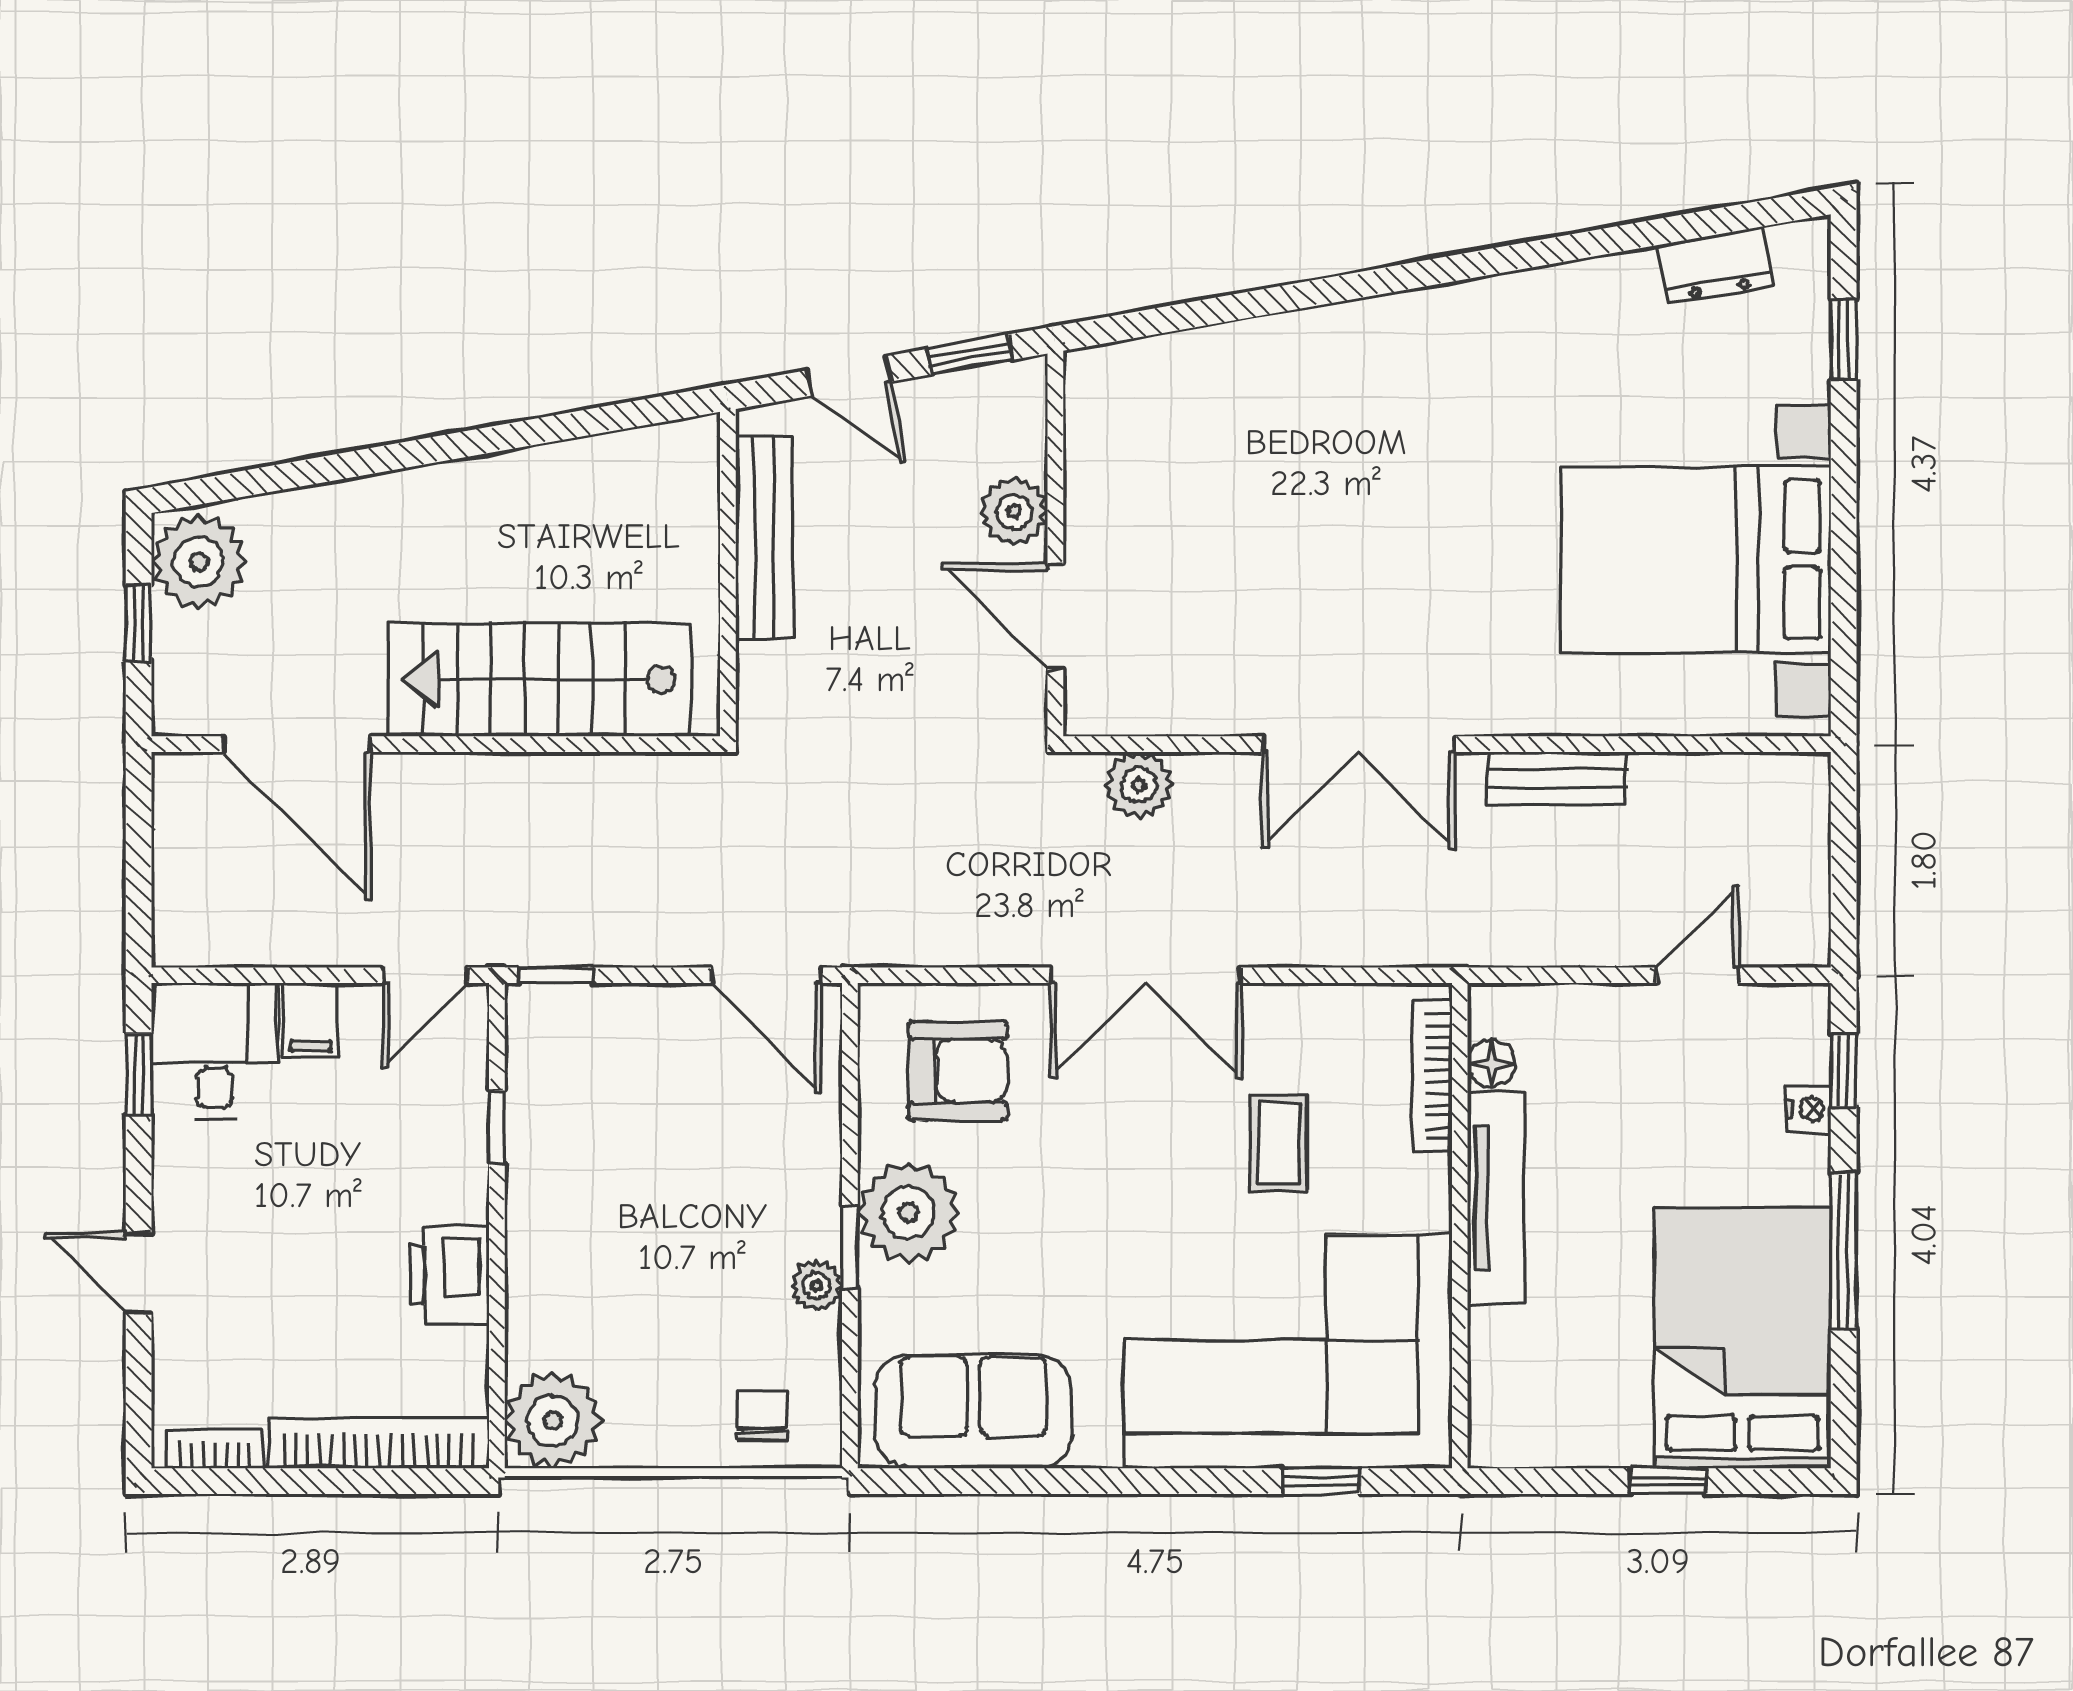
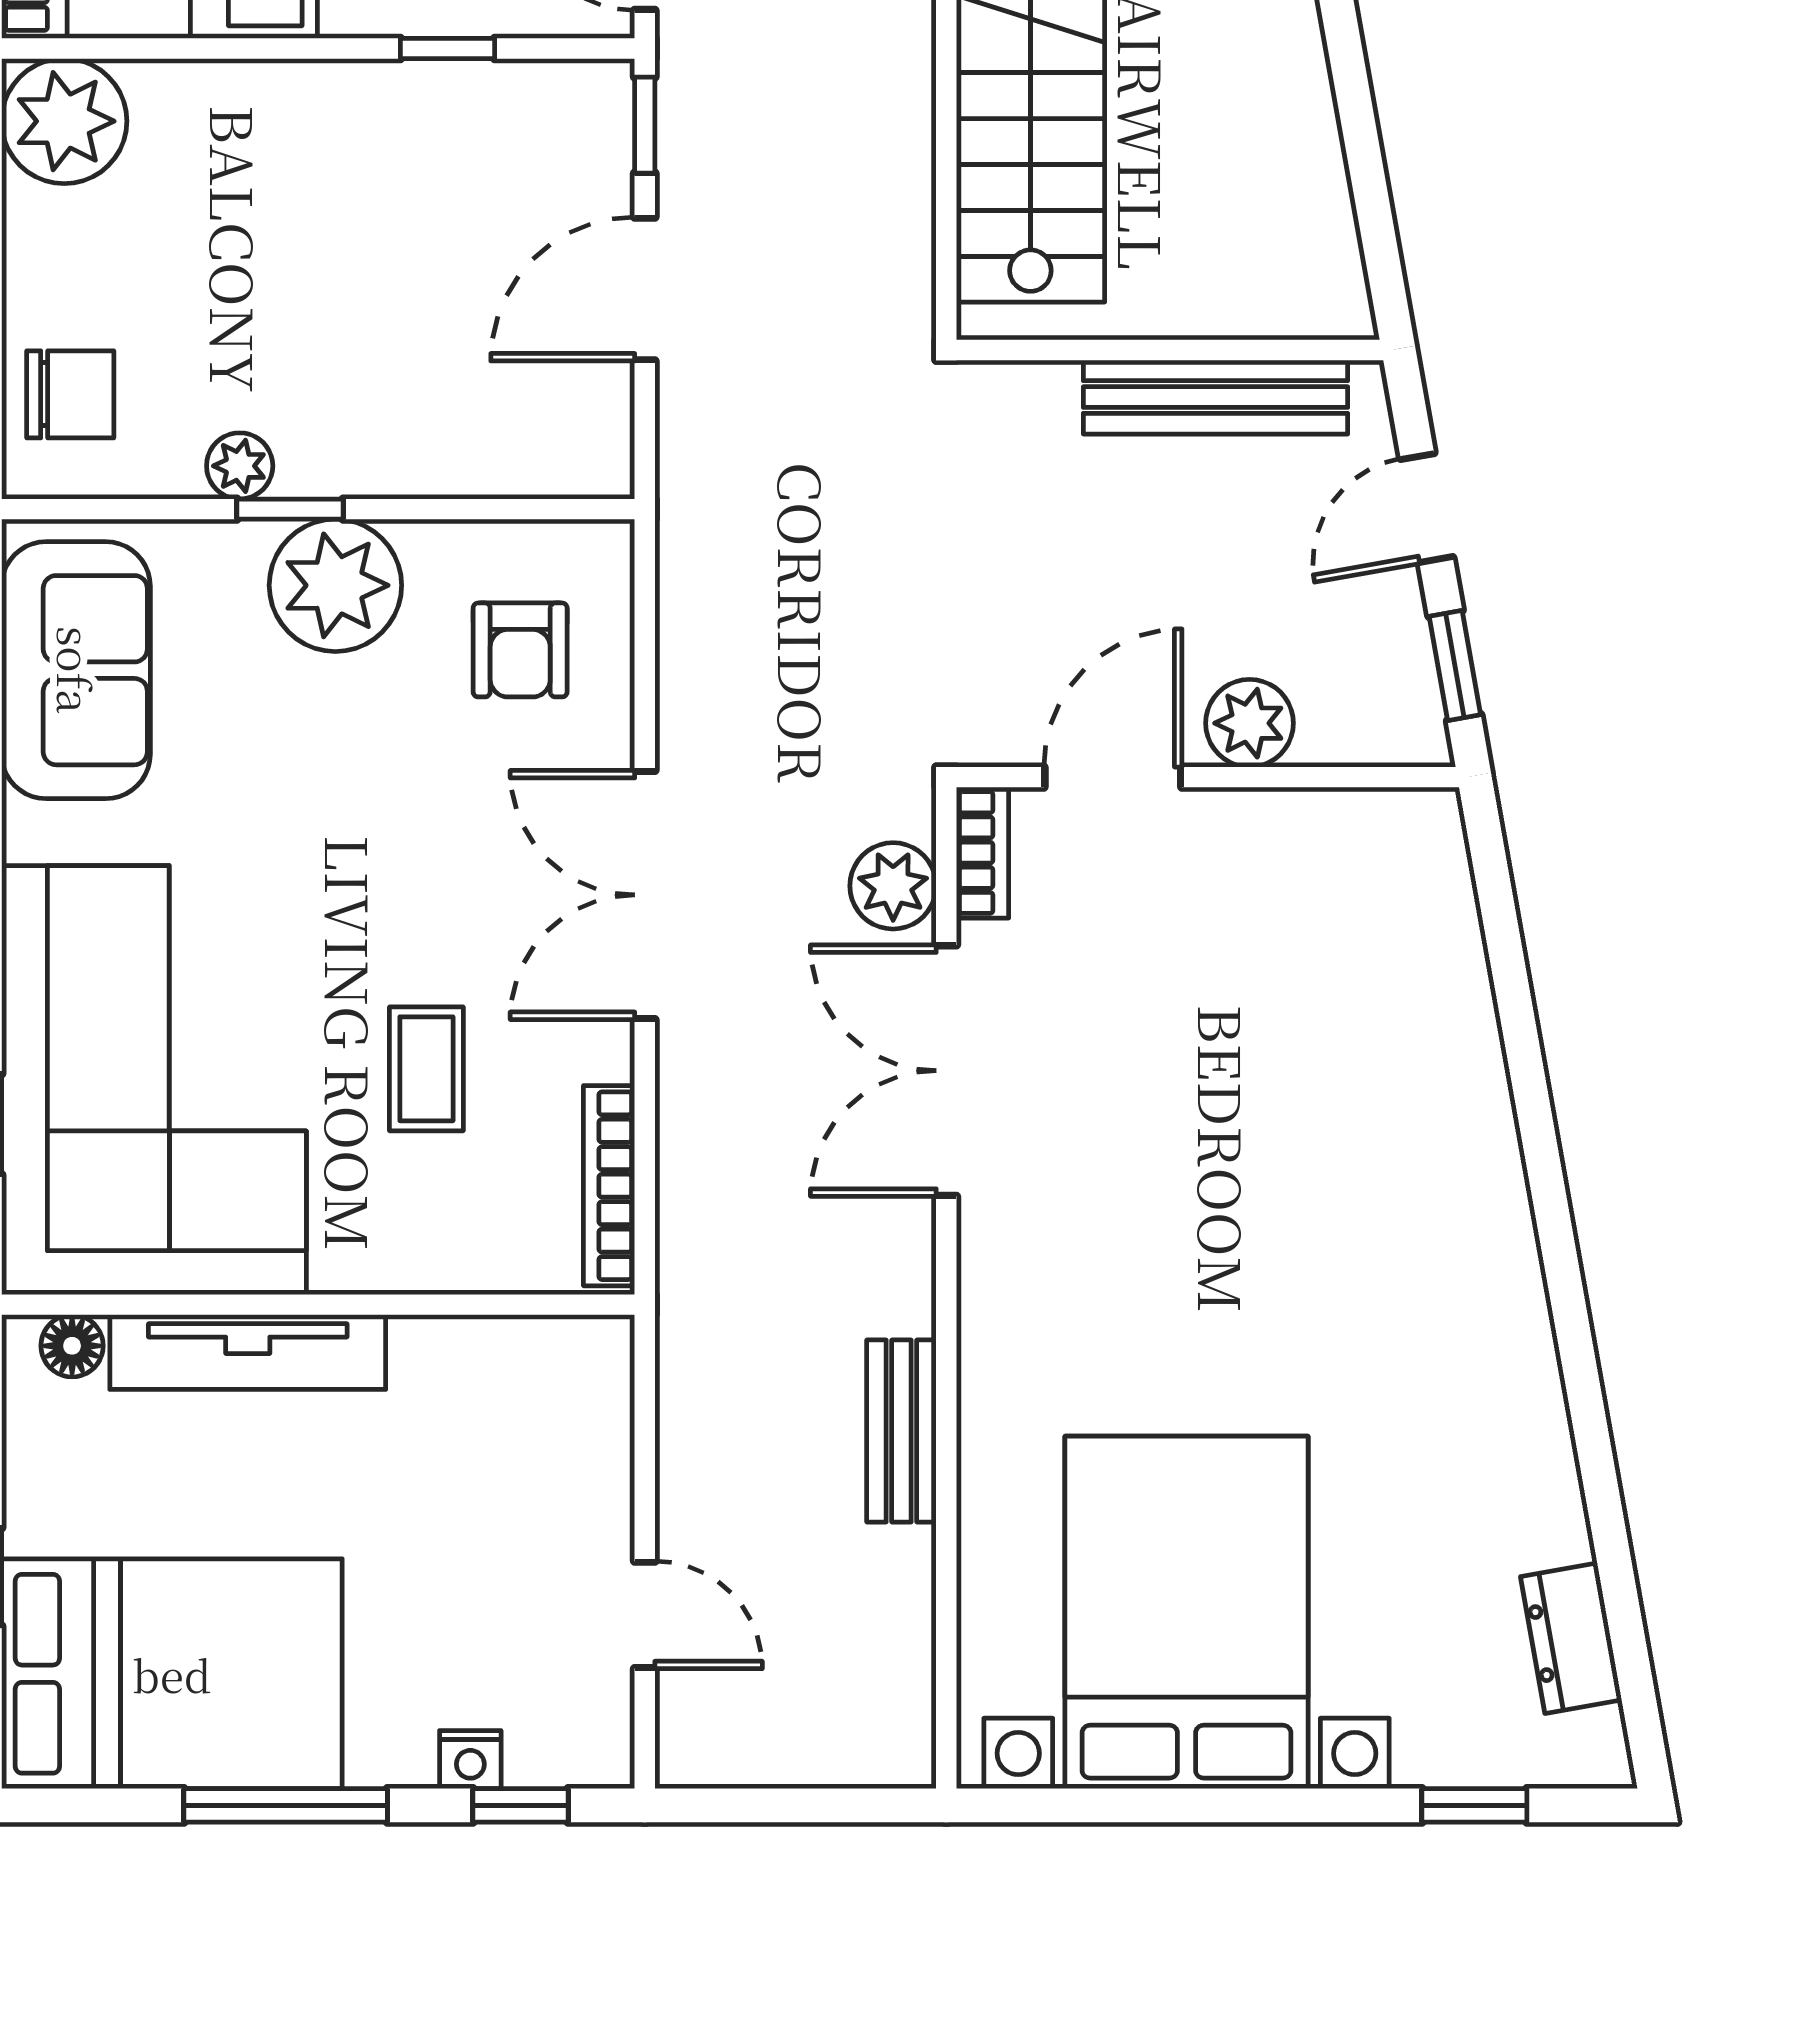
bookcase: (1113, 716) -> (982, 853), added
double door: (1358, 744) -> (946, 1071), moved
door: (766, 975) -> (645, 289), moved
floor lamp: (1491, 1063) -> (72, 1346), moved
armchair: (958, 1071) -> (520, 650), width x0.72, depth x0.72
bookcase: (1432, 1076) -> (609, 1186), moved, turned -90
coffee table: (1279, 1143) -> (426, 1069), turned 90
tv unit: (1496, 1198) -> (248, 1352), moved
chair: (762, 1416) -> (70, 394), width x1.37, depth x1.37

